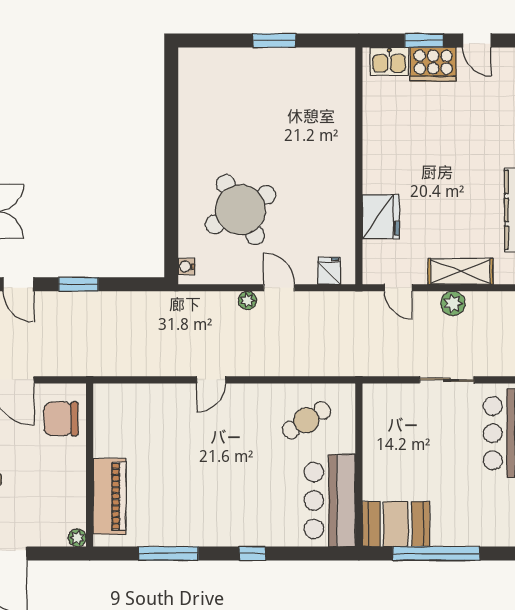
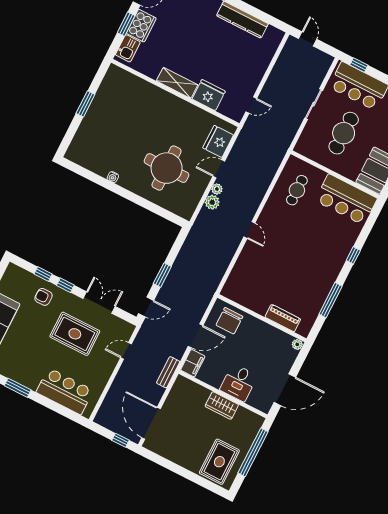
round table: (240, 210) -> (167, 168), turned 30
water cooler: (186, 267) -> (113, 177), moved
fridge: (329, 271) -> (218, 141), width x1.88, depth x1.34
shelving: (461, 271) -> (177, 83), moved, turned 90
plant: (453, 303) -> (212, 202), moved
cafe table: (306, 420) -> (297, 190), turned 32
cafe table: (427, 446) -> (344, 133), added
piano: (110, 496) -> (283, 318), width x0.73, depth x0.75

